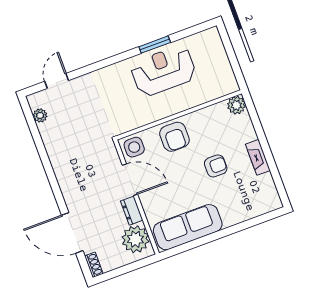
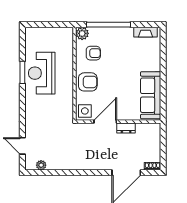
window: (261, 136) -> (108, 25), added
fireplace: (258, 157) -> (145, 32), moved
armchair: (216, 166) -> (93, 53), moved, turned 90
plant: (135, 239) -> (146, 133), removed

